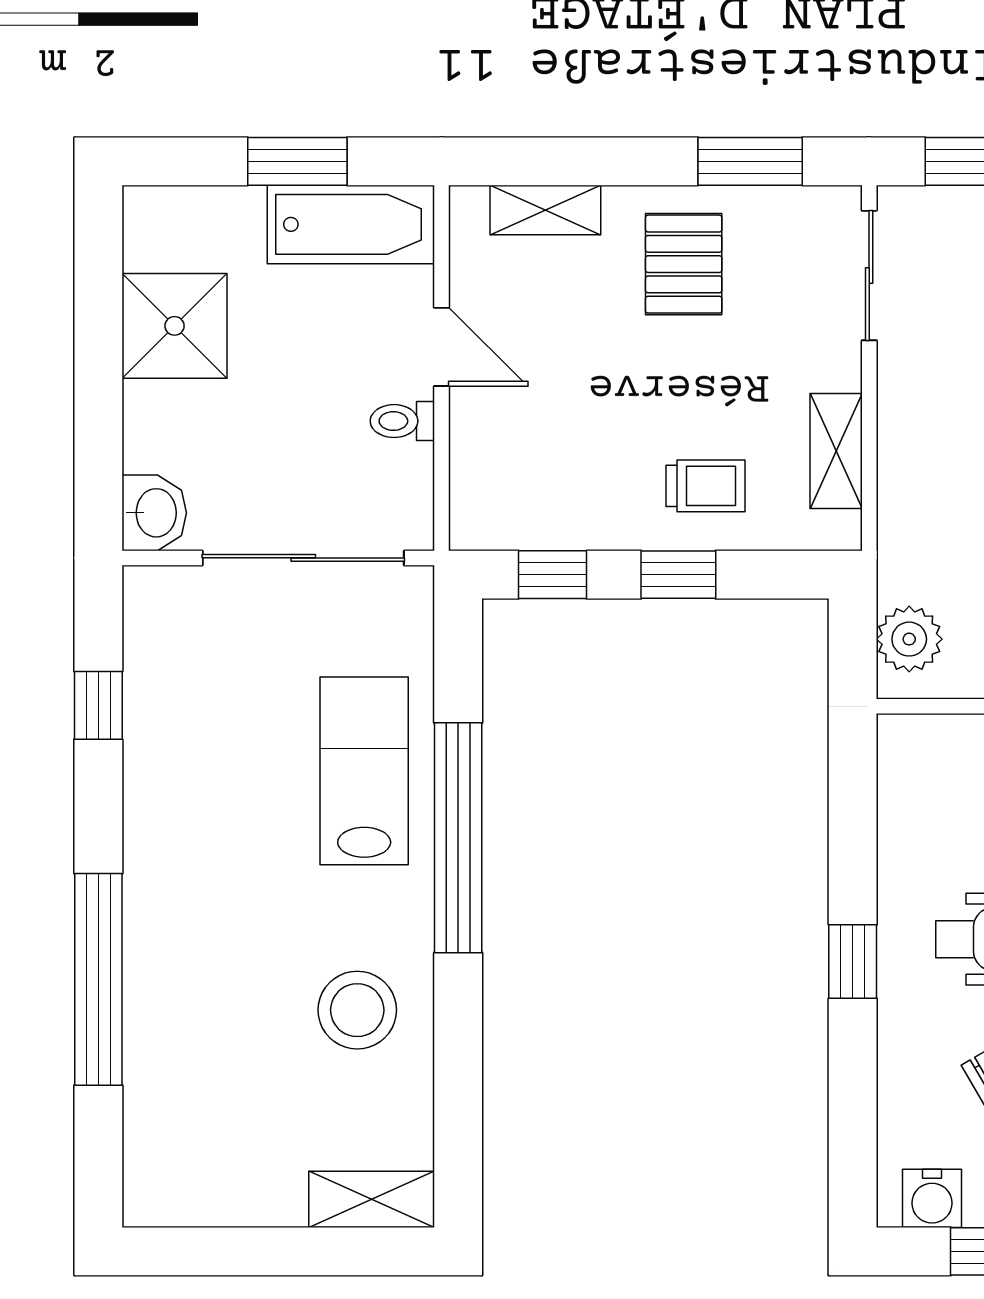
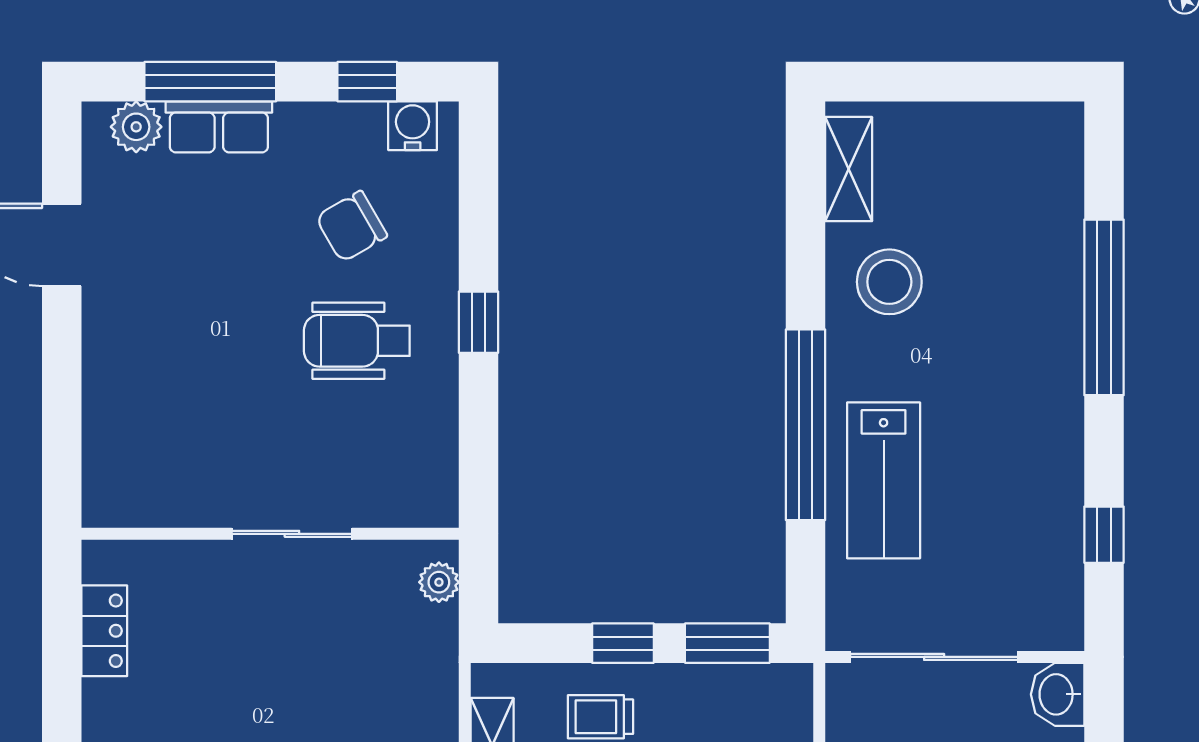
window: (552, 575) -> (727, 643), width x1.50
plant: (909, 639) -> (439, 582), width x0.73, depth x0.73
shelving: (372, 1199) -> (849, 169), moved, turned 90

